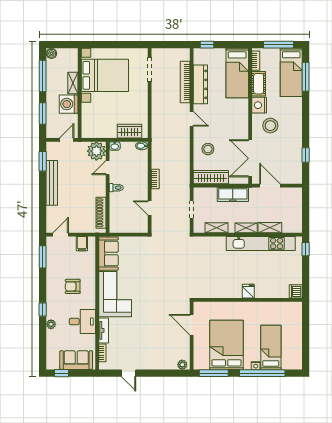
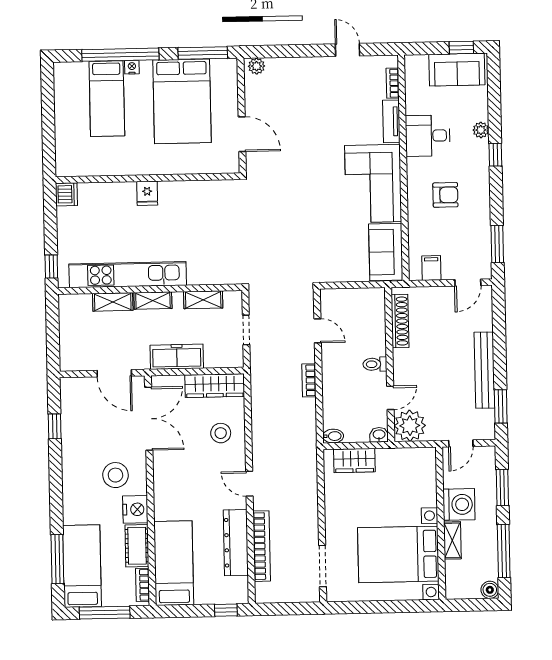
sofa: (76, 360) -> (457, 70), moved

